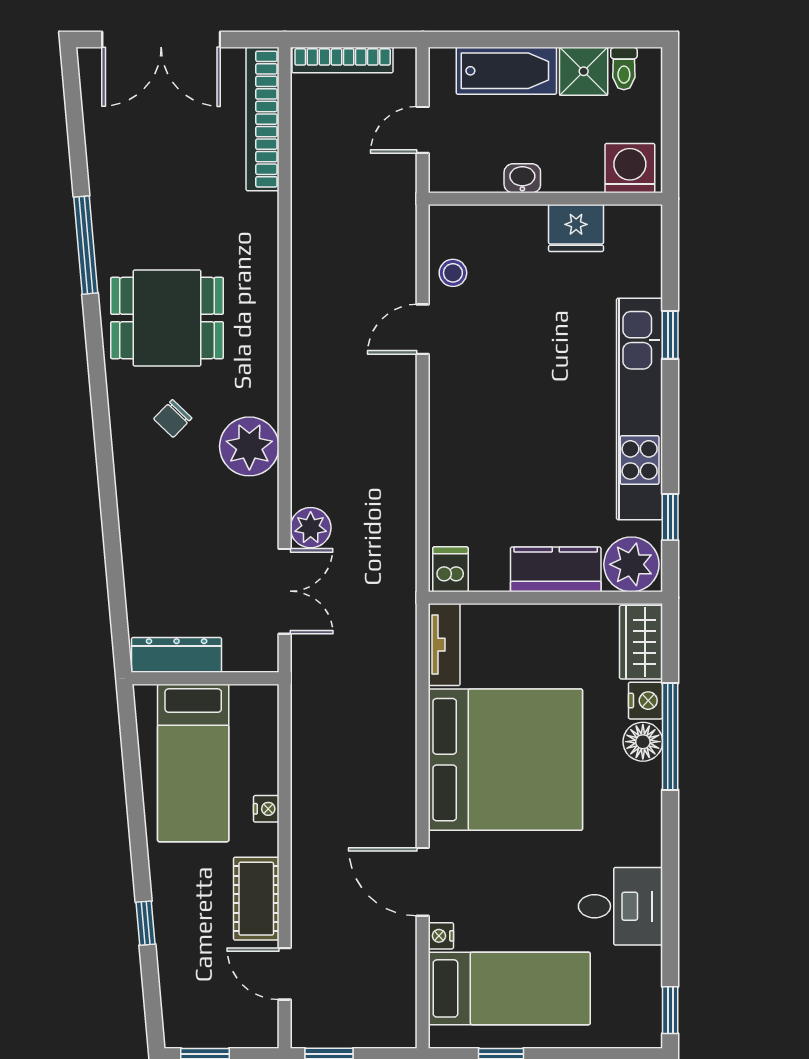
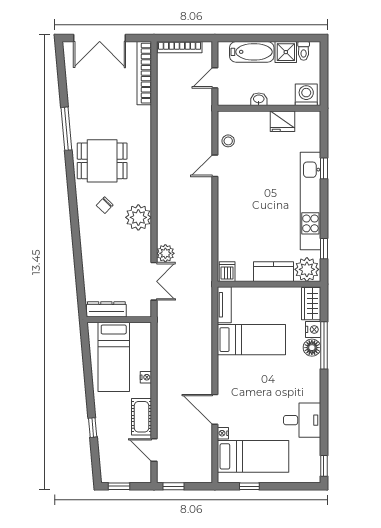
bed: (505, 760) -> (251, 340), width x0.49

